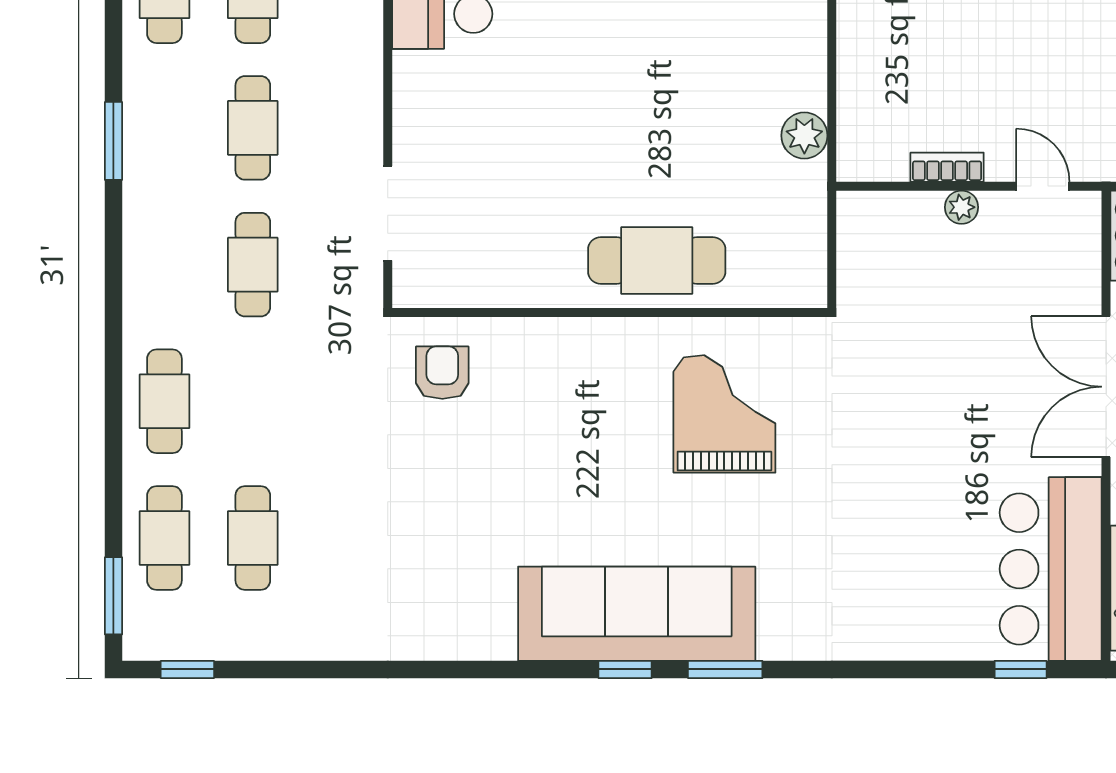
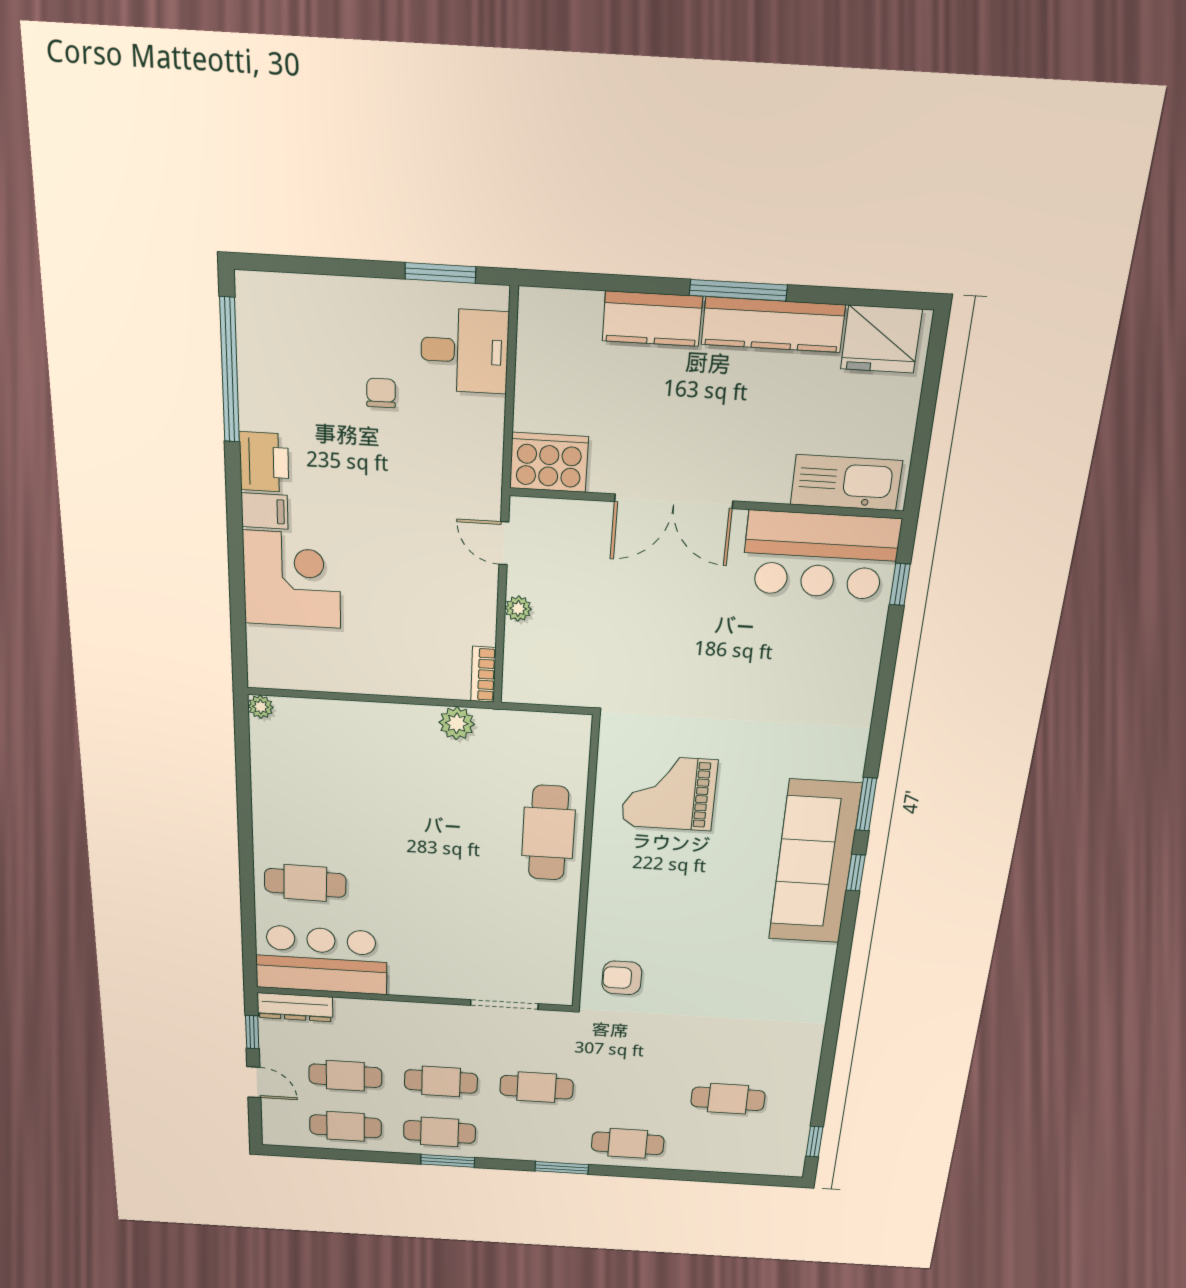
bookcase: (947, 167) -> (483, 674), moved
door: (1043, 186) -> (504, 543), hinge flipped
cafe table: (164, 538) -> (440, 1132), moved
window: (113, 596) -> (562, 1168), moved

